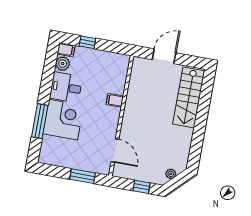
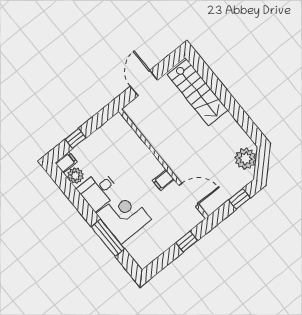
filing cabinet: (115, 100) -> (163, 180), moved
plant: (171, 174) -> (245, 159), width x1.88, depth x1.88
window: (83, 176) -> (187, 242), width x0.67

